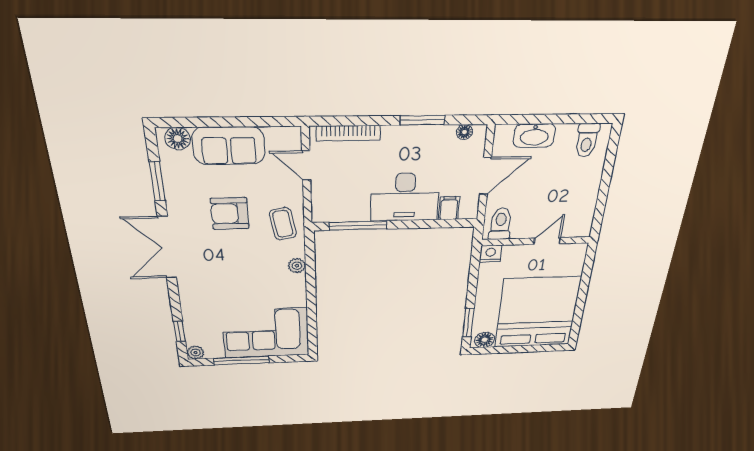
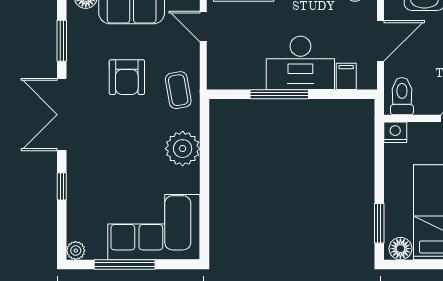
armchair: (230, 214) -> (127, 77), turned -90
window: (358, 226) -> (279, 94), moved
plant: (297, 266) -> (183, 149), width x1.87, depth x1.87
window: (179, 332) -> (62, 186), moved

